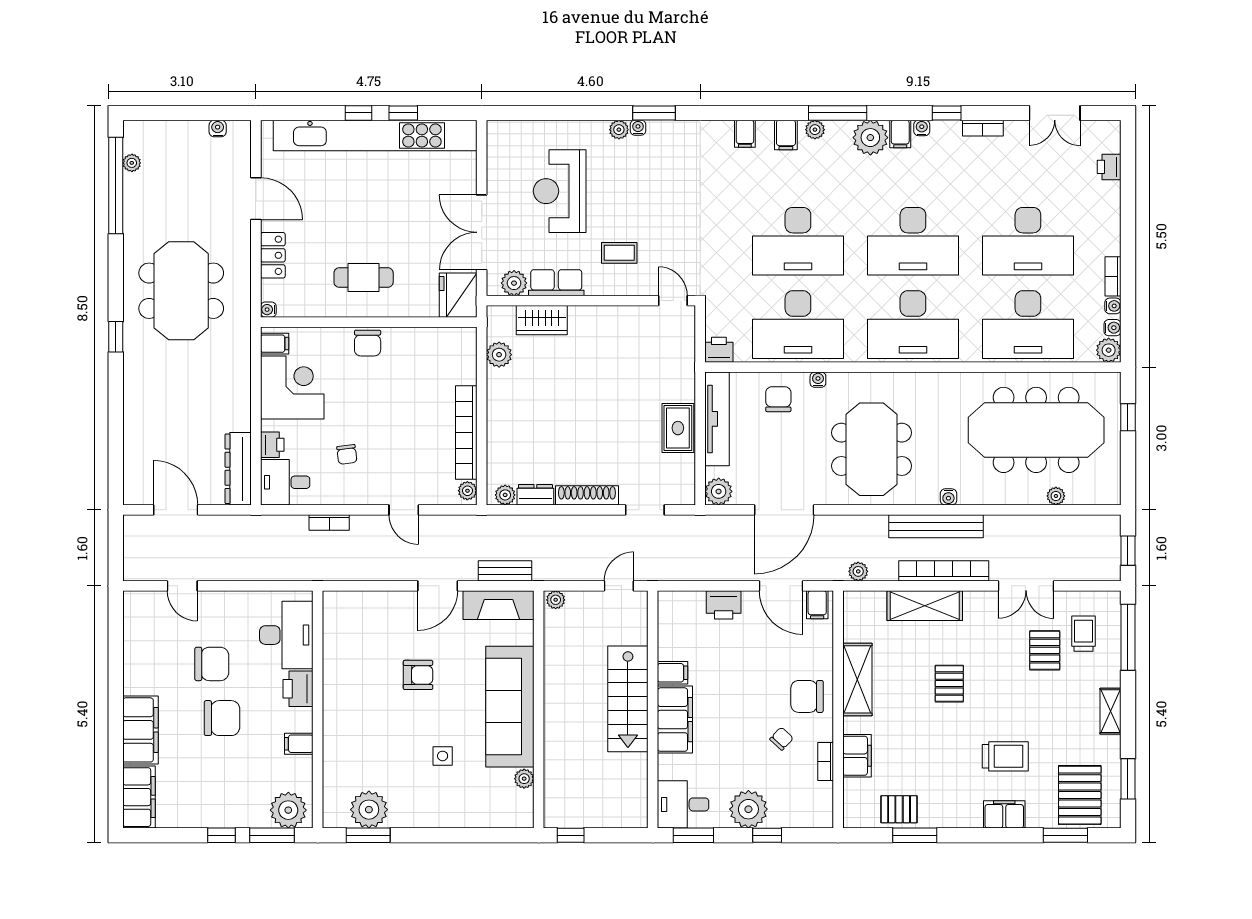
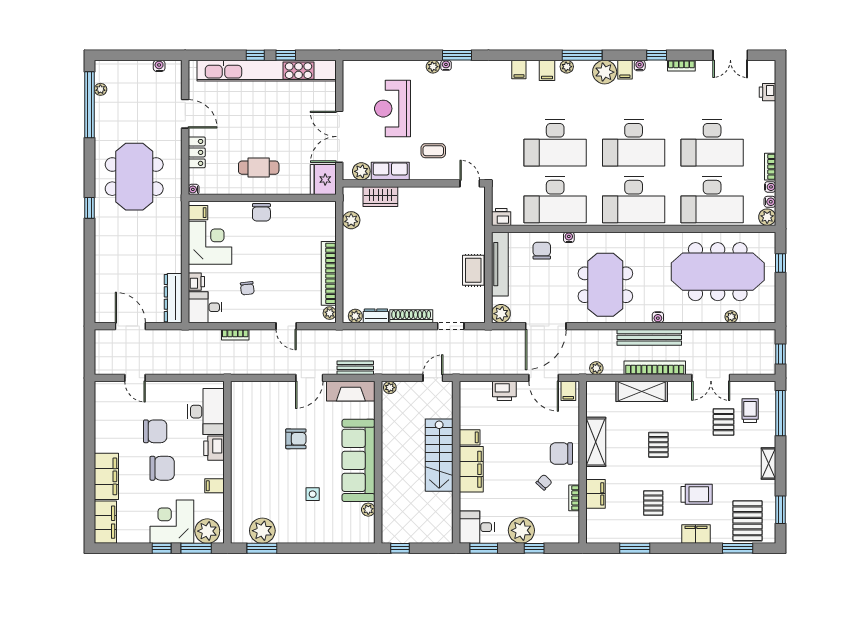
corner desk: (236, 796) -> (172, 522), added
pallet: (899, 809) -> (653, 503), moved, turned 90

